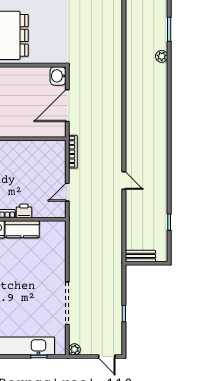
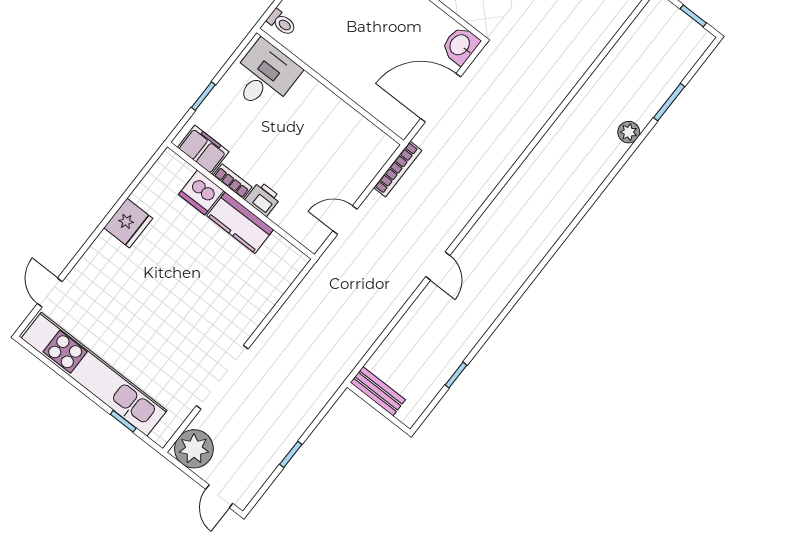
plant: (74, 349) -> (194, 449), width x1.87, depth x1.87

